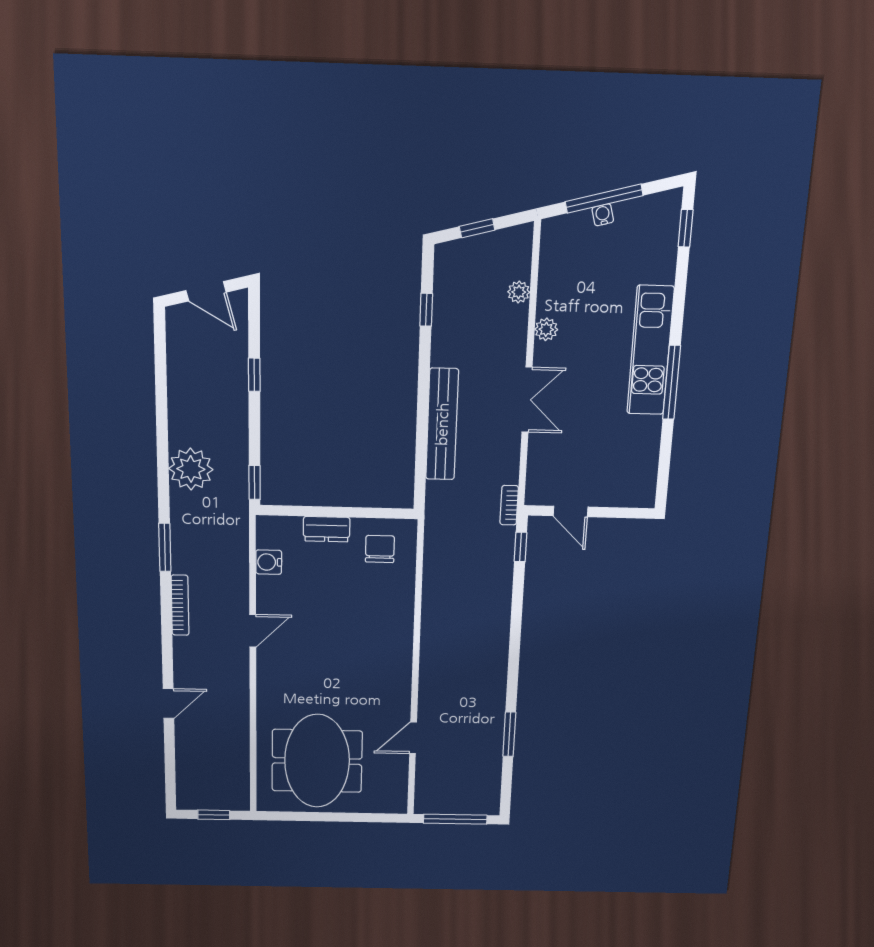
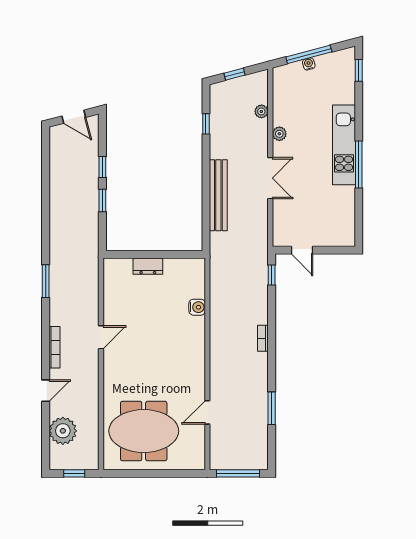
plant: (191, 469) -> (63, 431), moved
window: (255, 482) -> (102, 201), moved
bookcase: (509, 505) -> (263, 338), moved
chair: (380, 549) -> (182, 279), removed
water cooler: (269, 562) -> (197, 307), moved, turned 180
bookcase: (180, 605) -> (54, 347), moved
meeting table: (317, 761) -> (144, 431), turned 90

